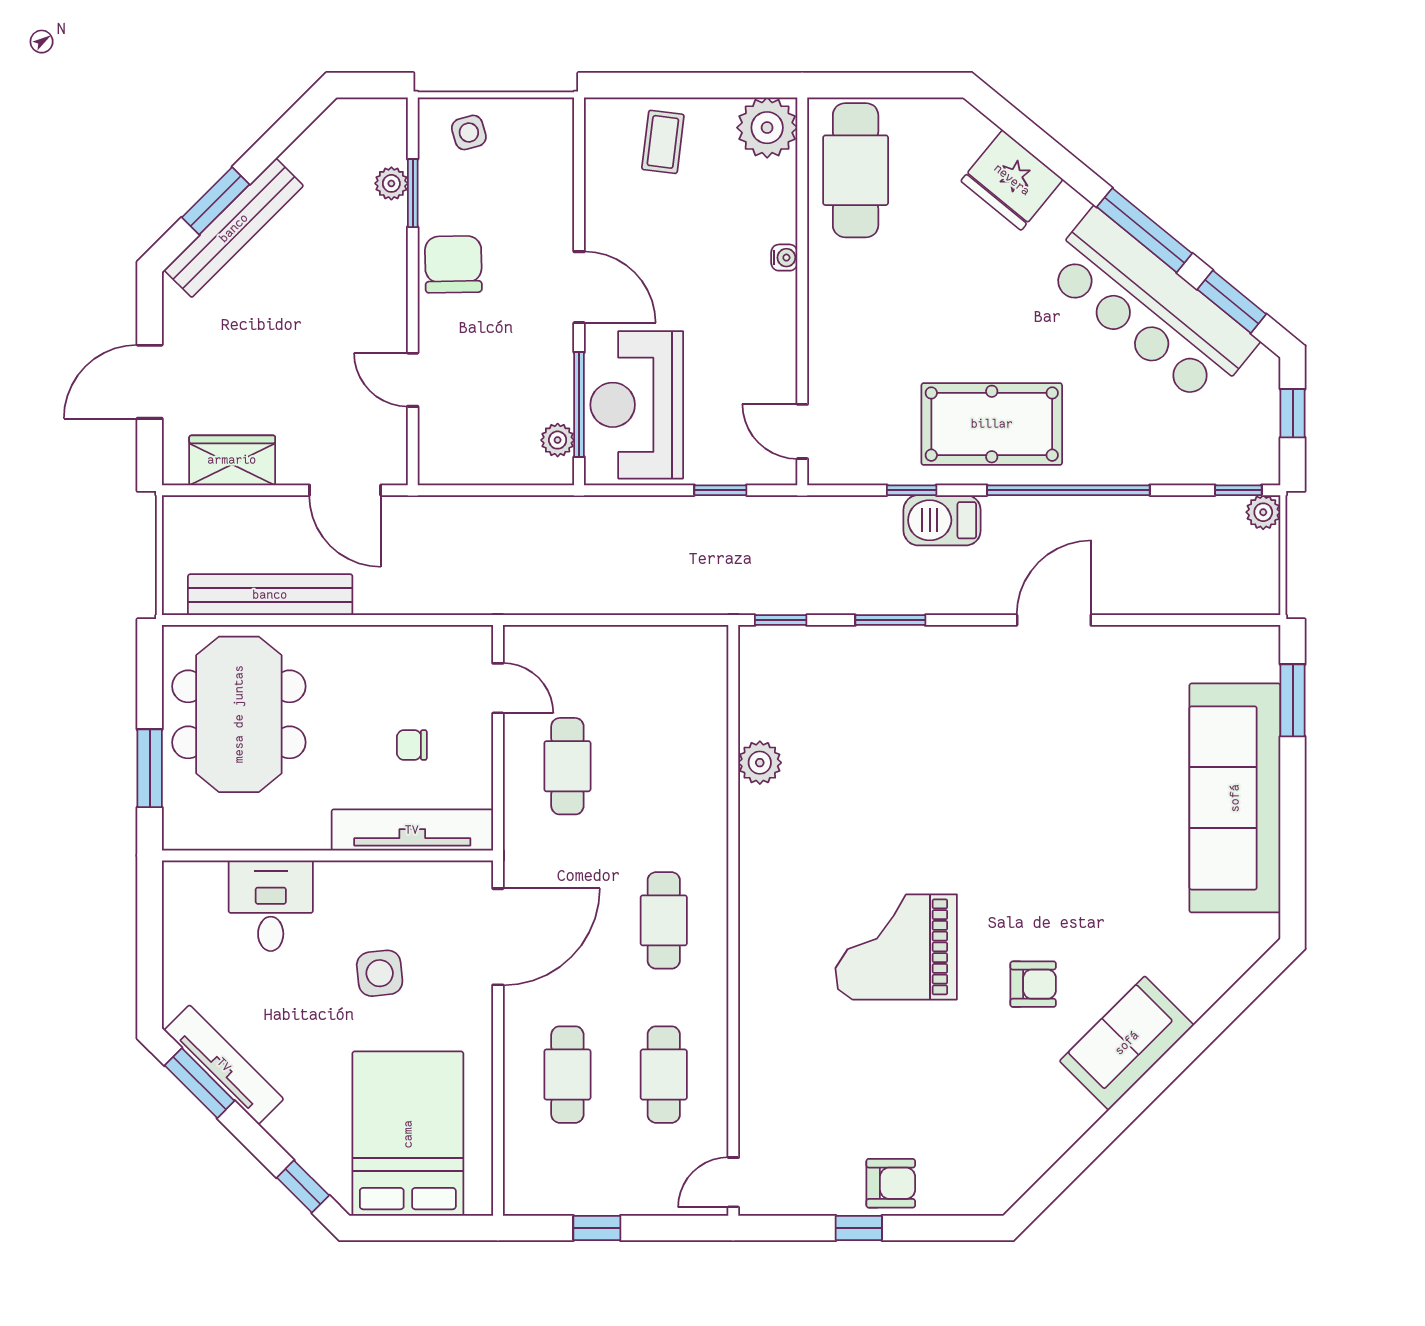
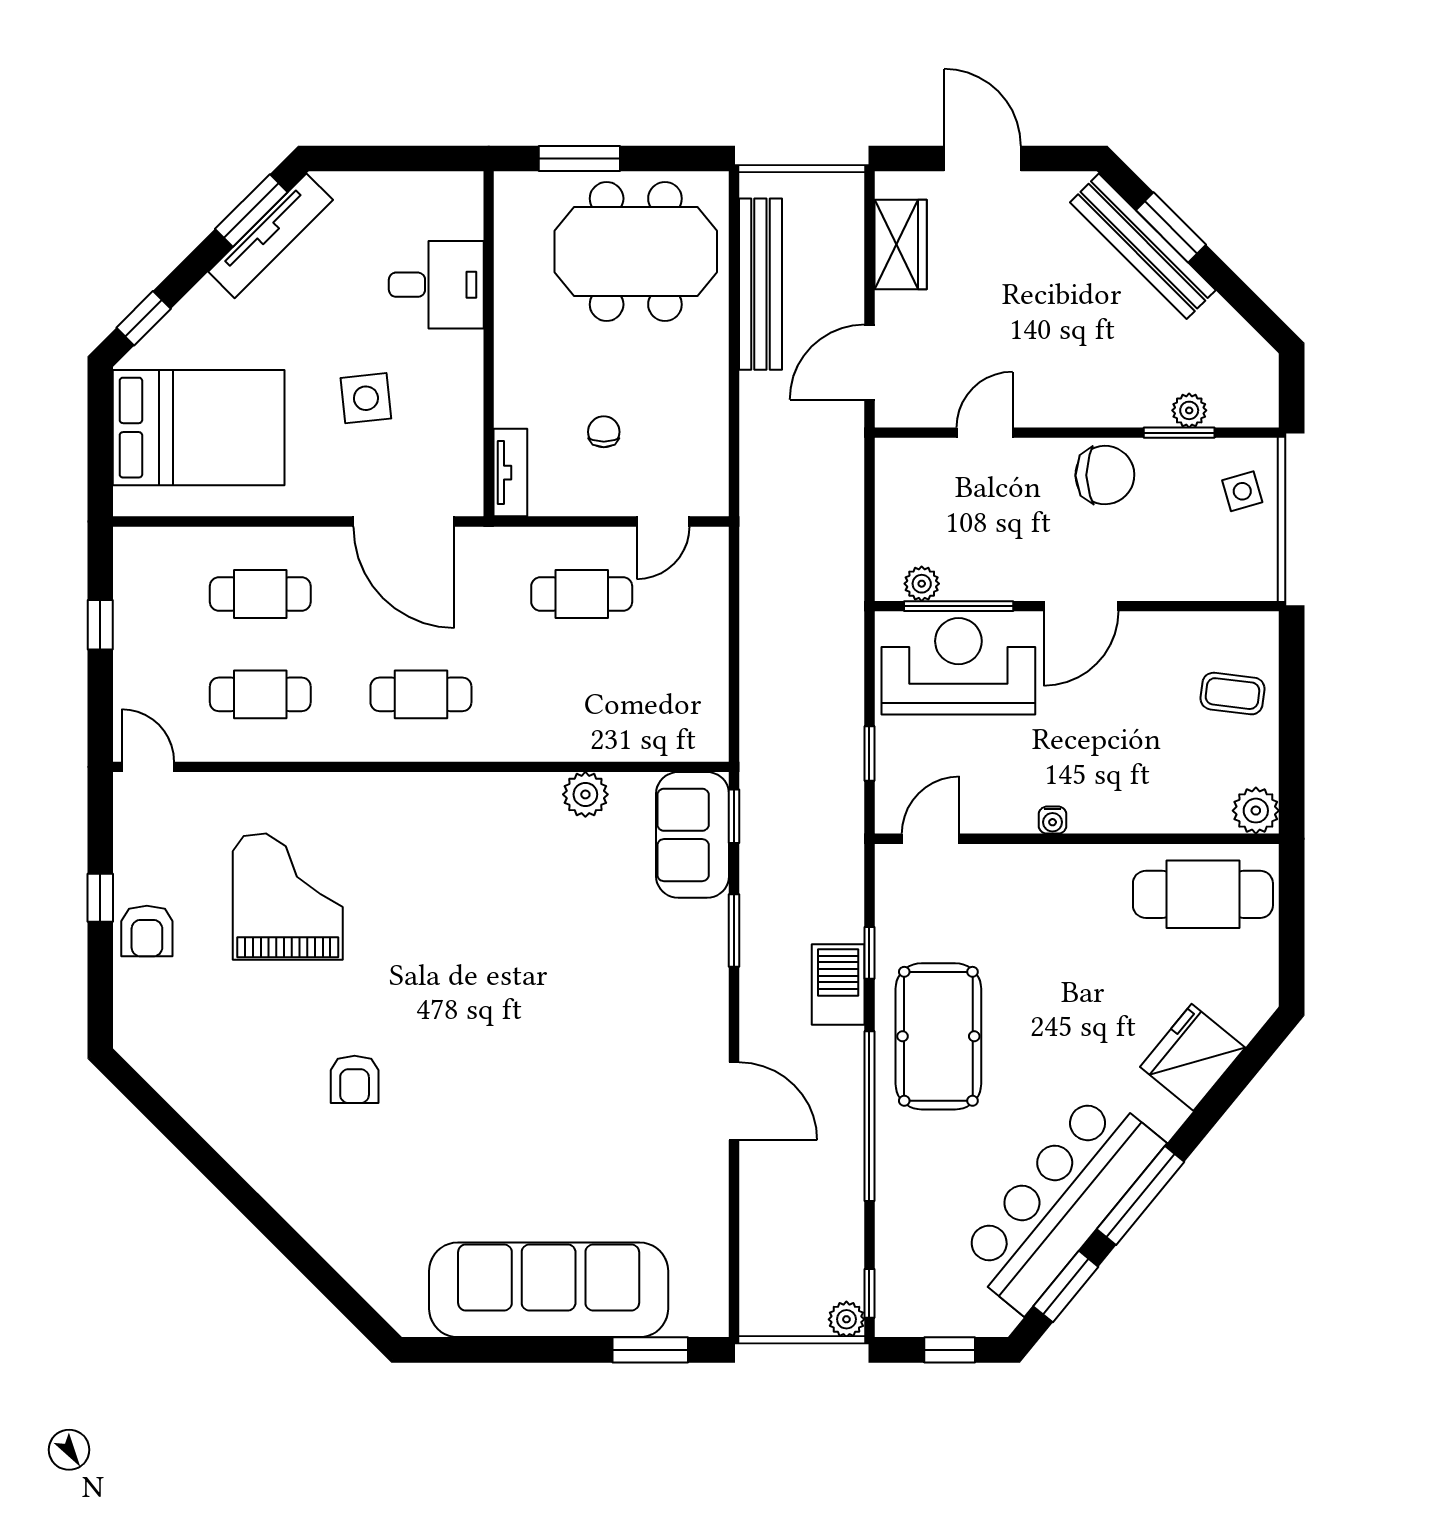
plant: (767, 128) -> (1256, 811), width x0.73, depth x0.73
water cooler: (784, 258) -> (1053, 820), moved
tv unit: (412, 830) -> (510, 473), width x0.52, depth x0.78
grand piano: (896, 947) -> (288, 897), moved
sofa: (1127, 1043) -> (693, 835), moved, turned -135

